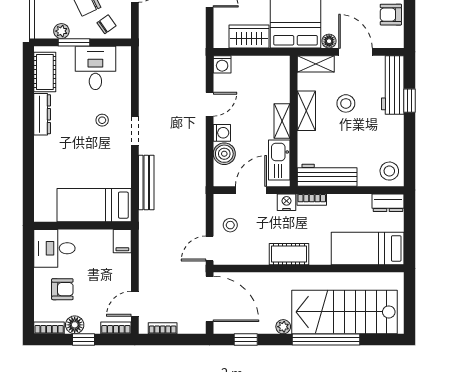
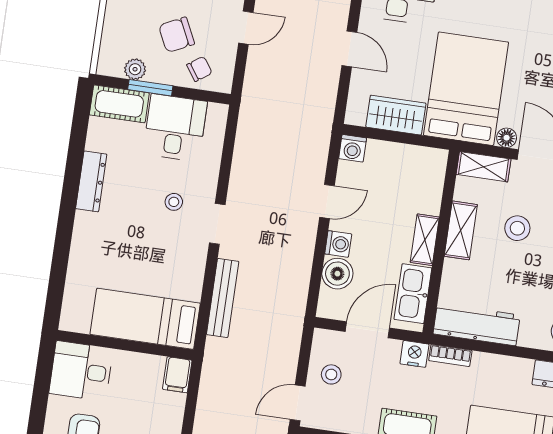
cot: (45, 72) -> (119, 104), moved, turned 90

